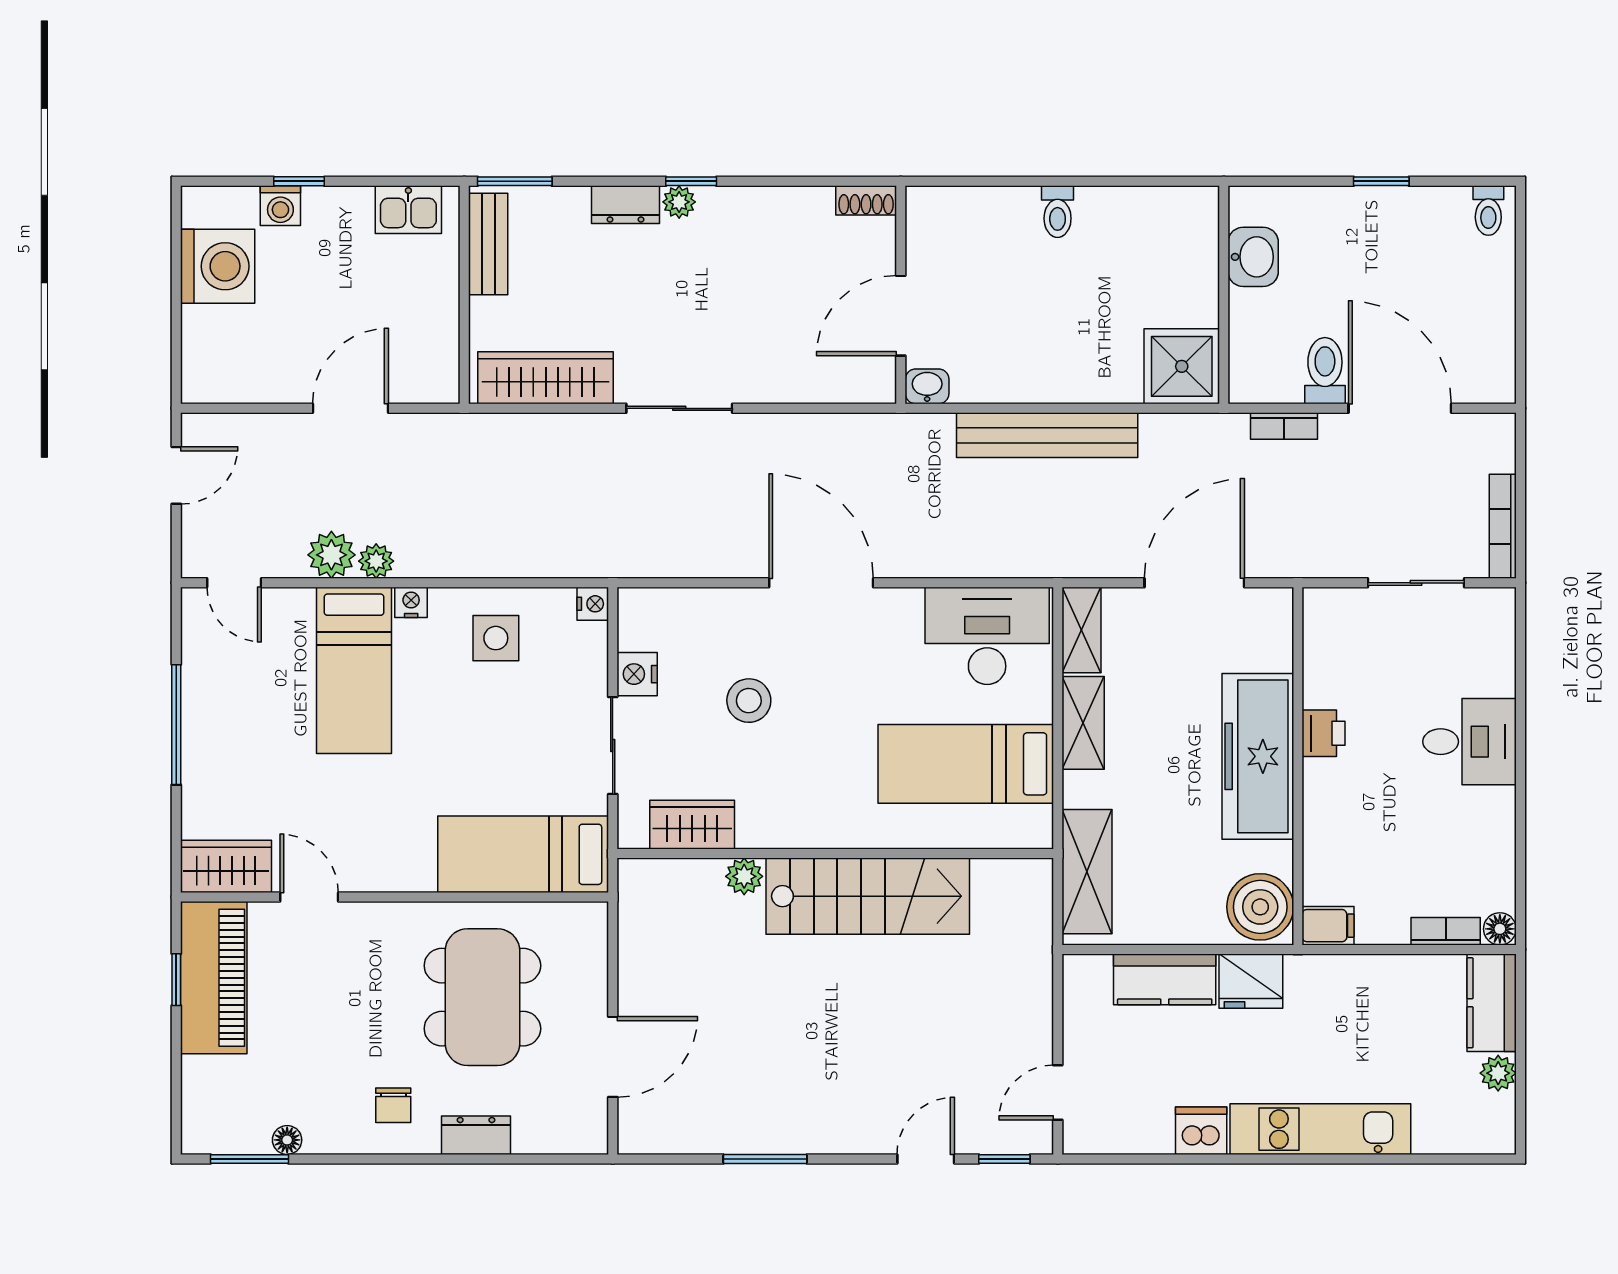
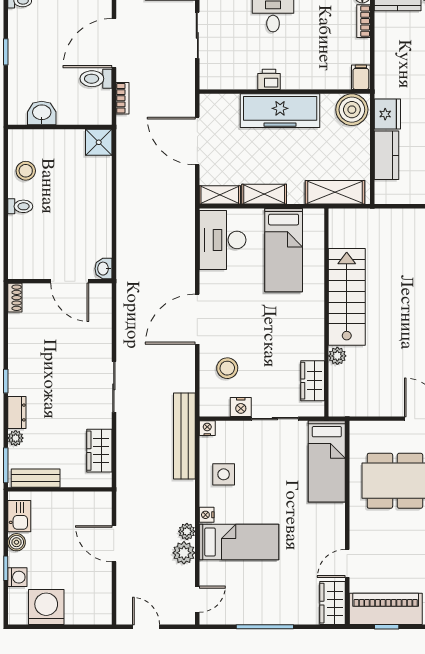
plant: (679, 202) -> (16, 438), moved
boiler: (354, 204) -> (16, 542), added
stool: (1132, 223) -> (26, 171), added
shower: (1182, 366) -> (99, 142), width x0.73, depth x0.73
wardrobe: (546, 378) -> (99, 451), width x0.67
bench: (1047, 435) -> (184, 436), moved
stool: (749, 701) -> (227, 368), moved

